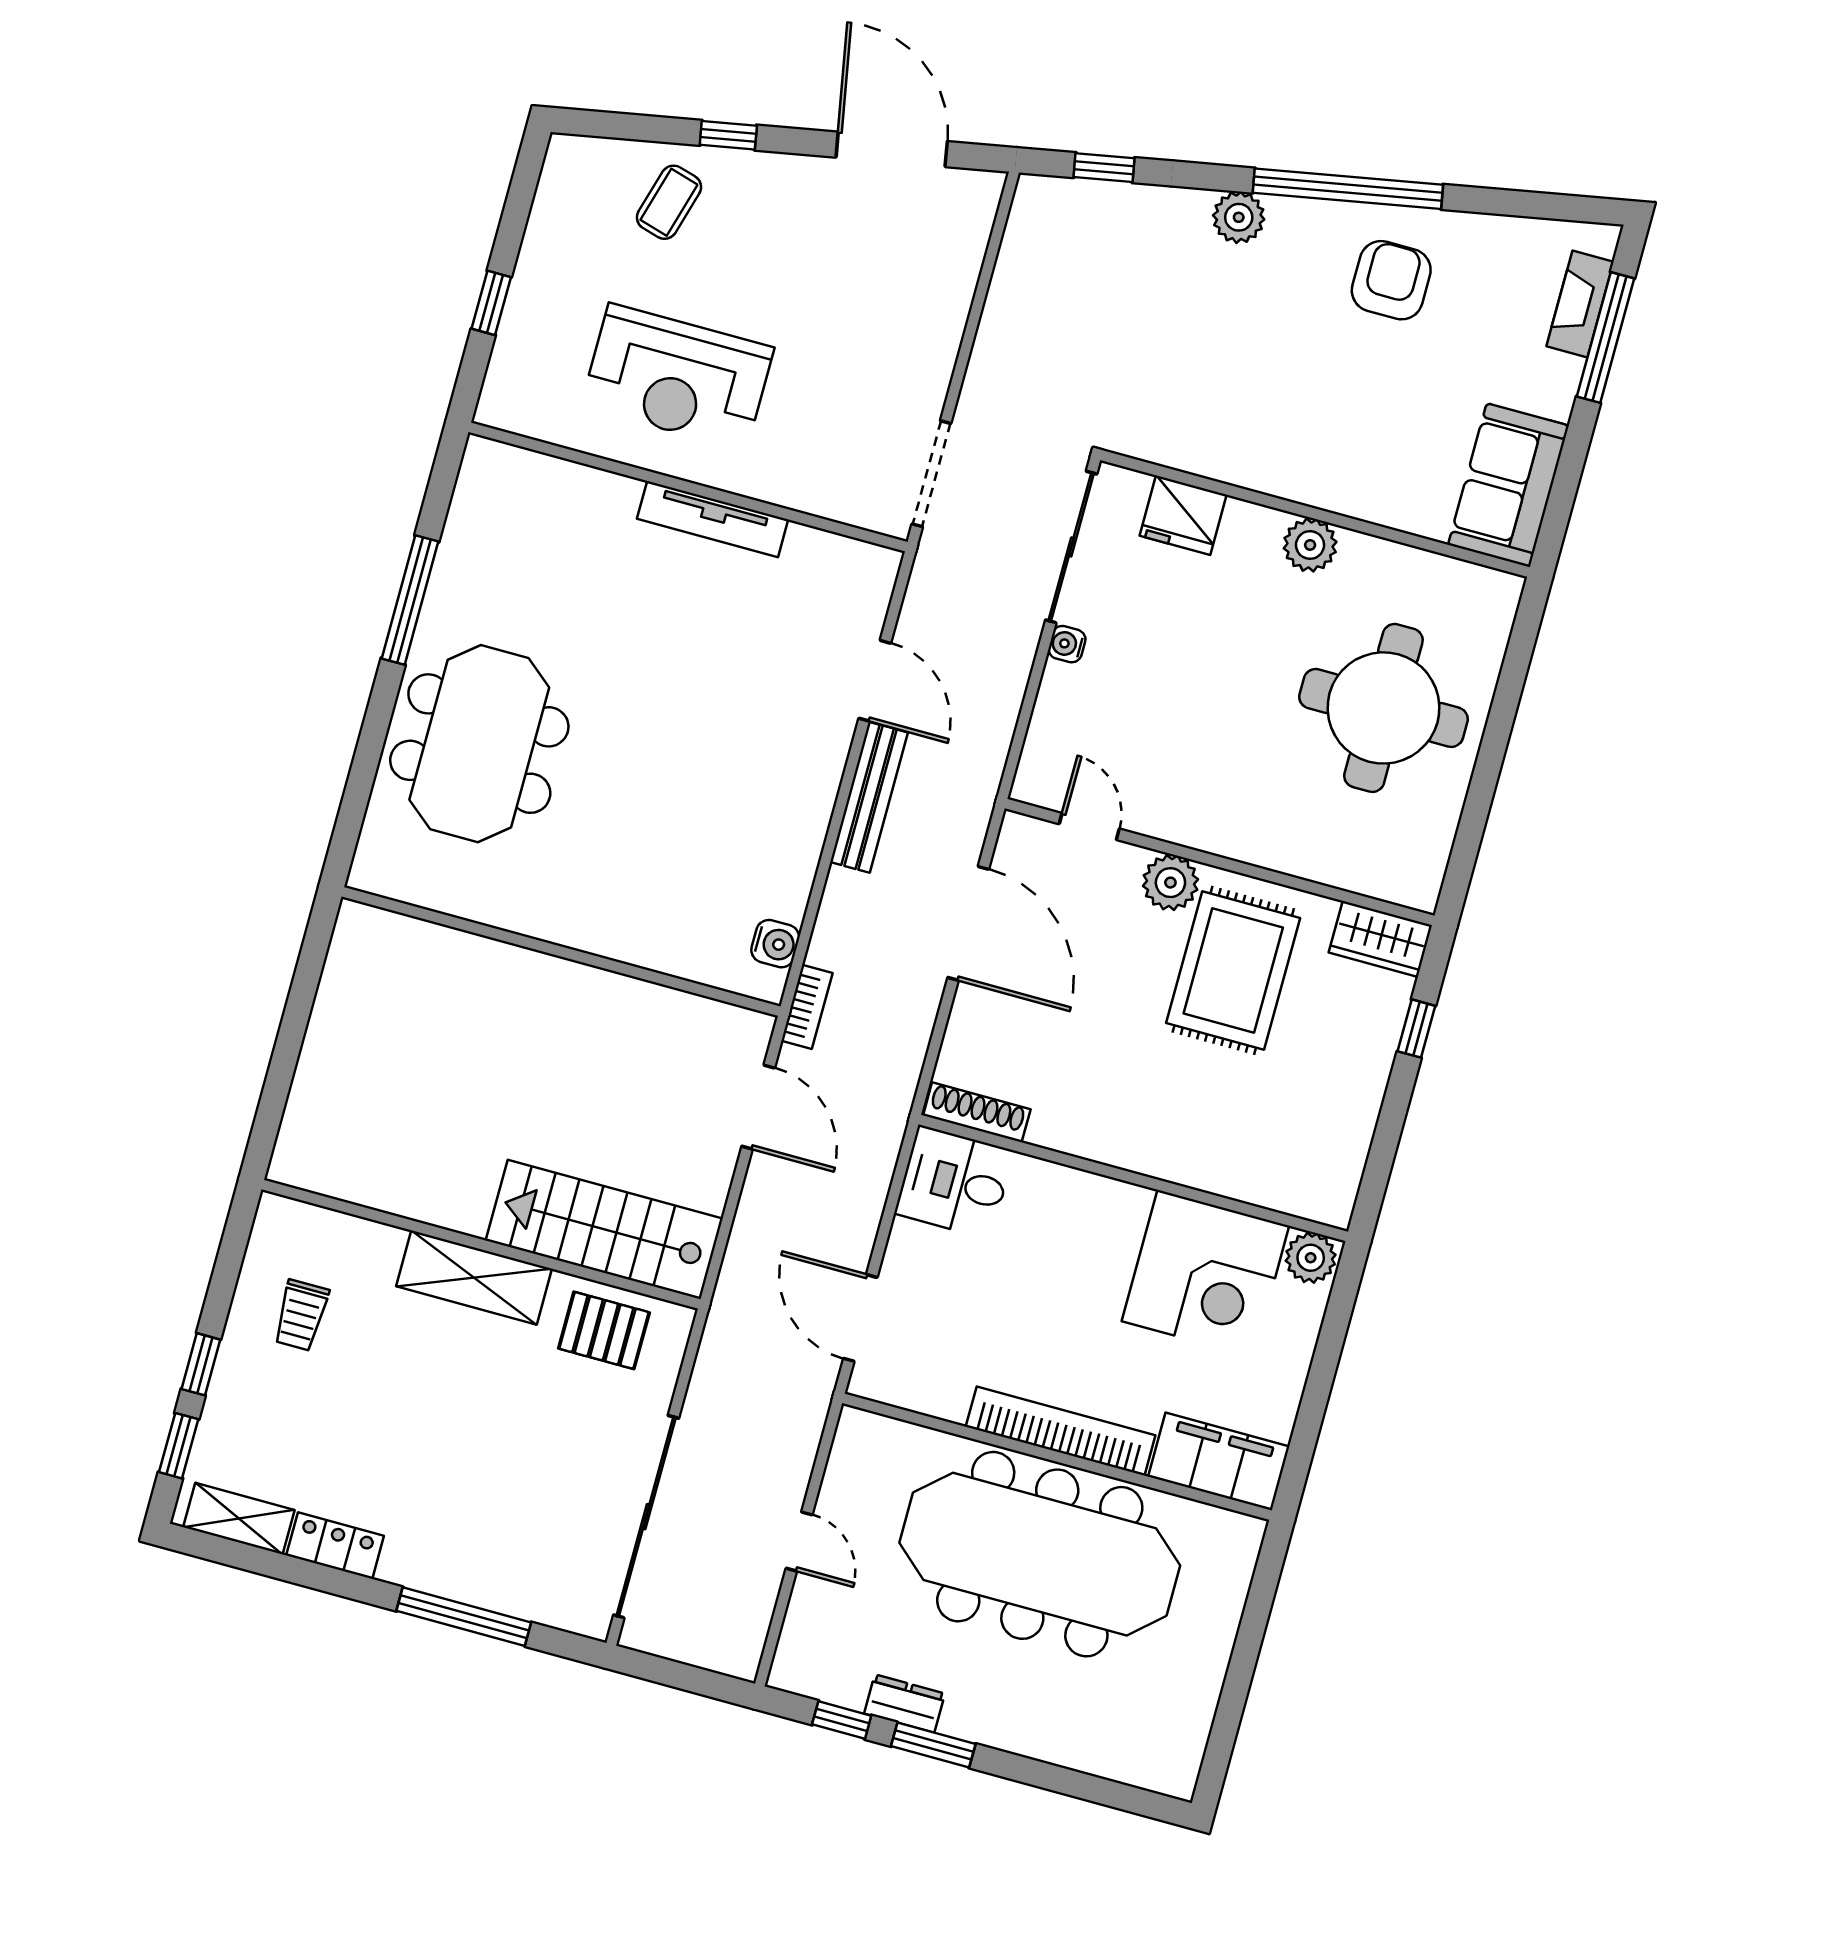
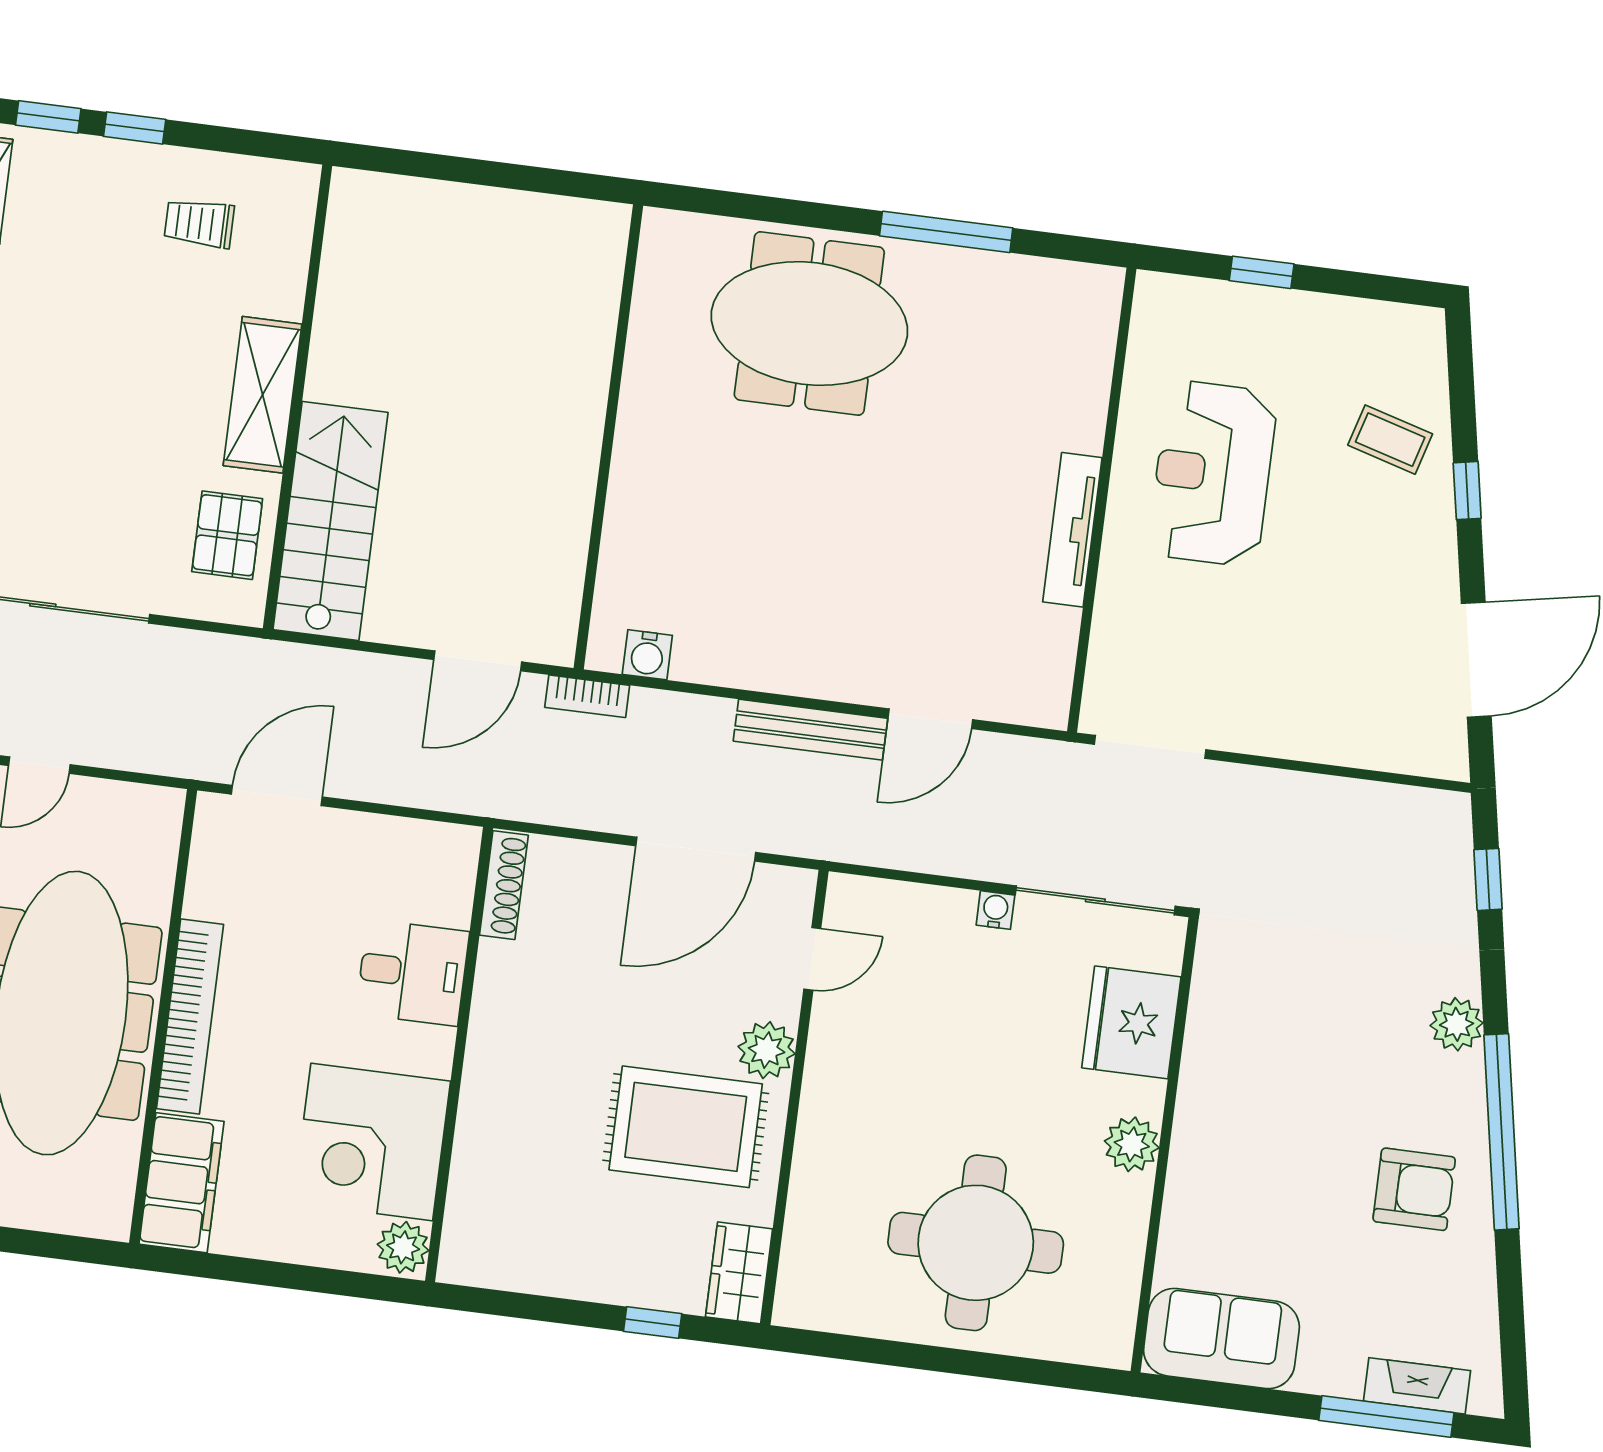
fridge: (1183, 515) -> (1131, 1022), width x1.36, depth x1.34
desk: (954, 1182) -> (412, 973), moved, turned 90

